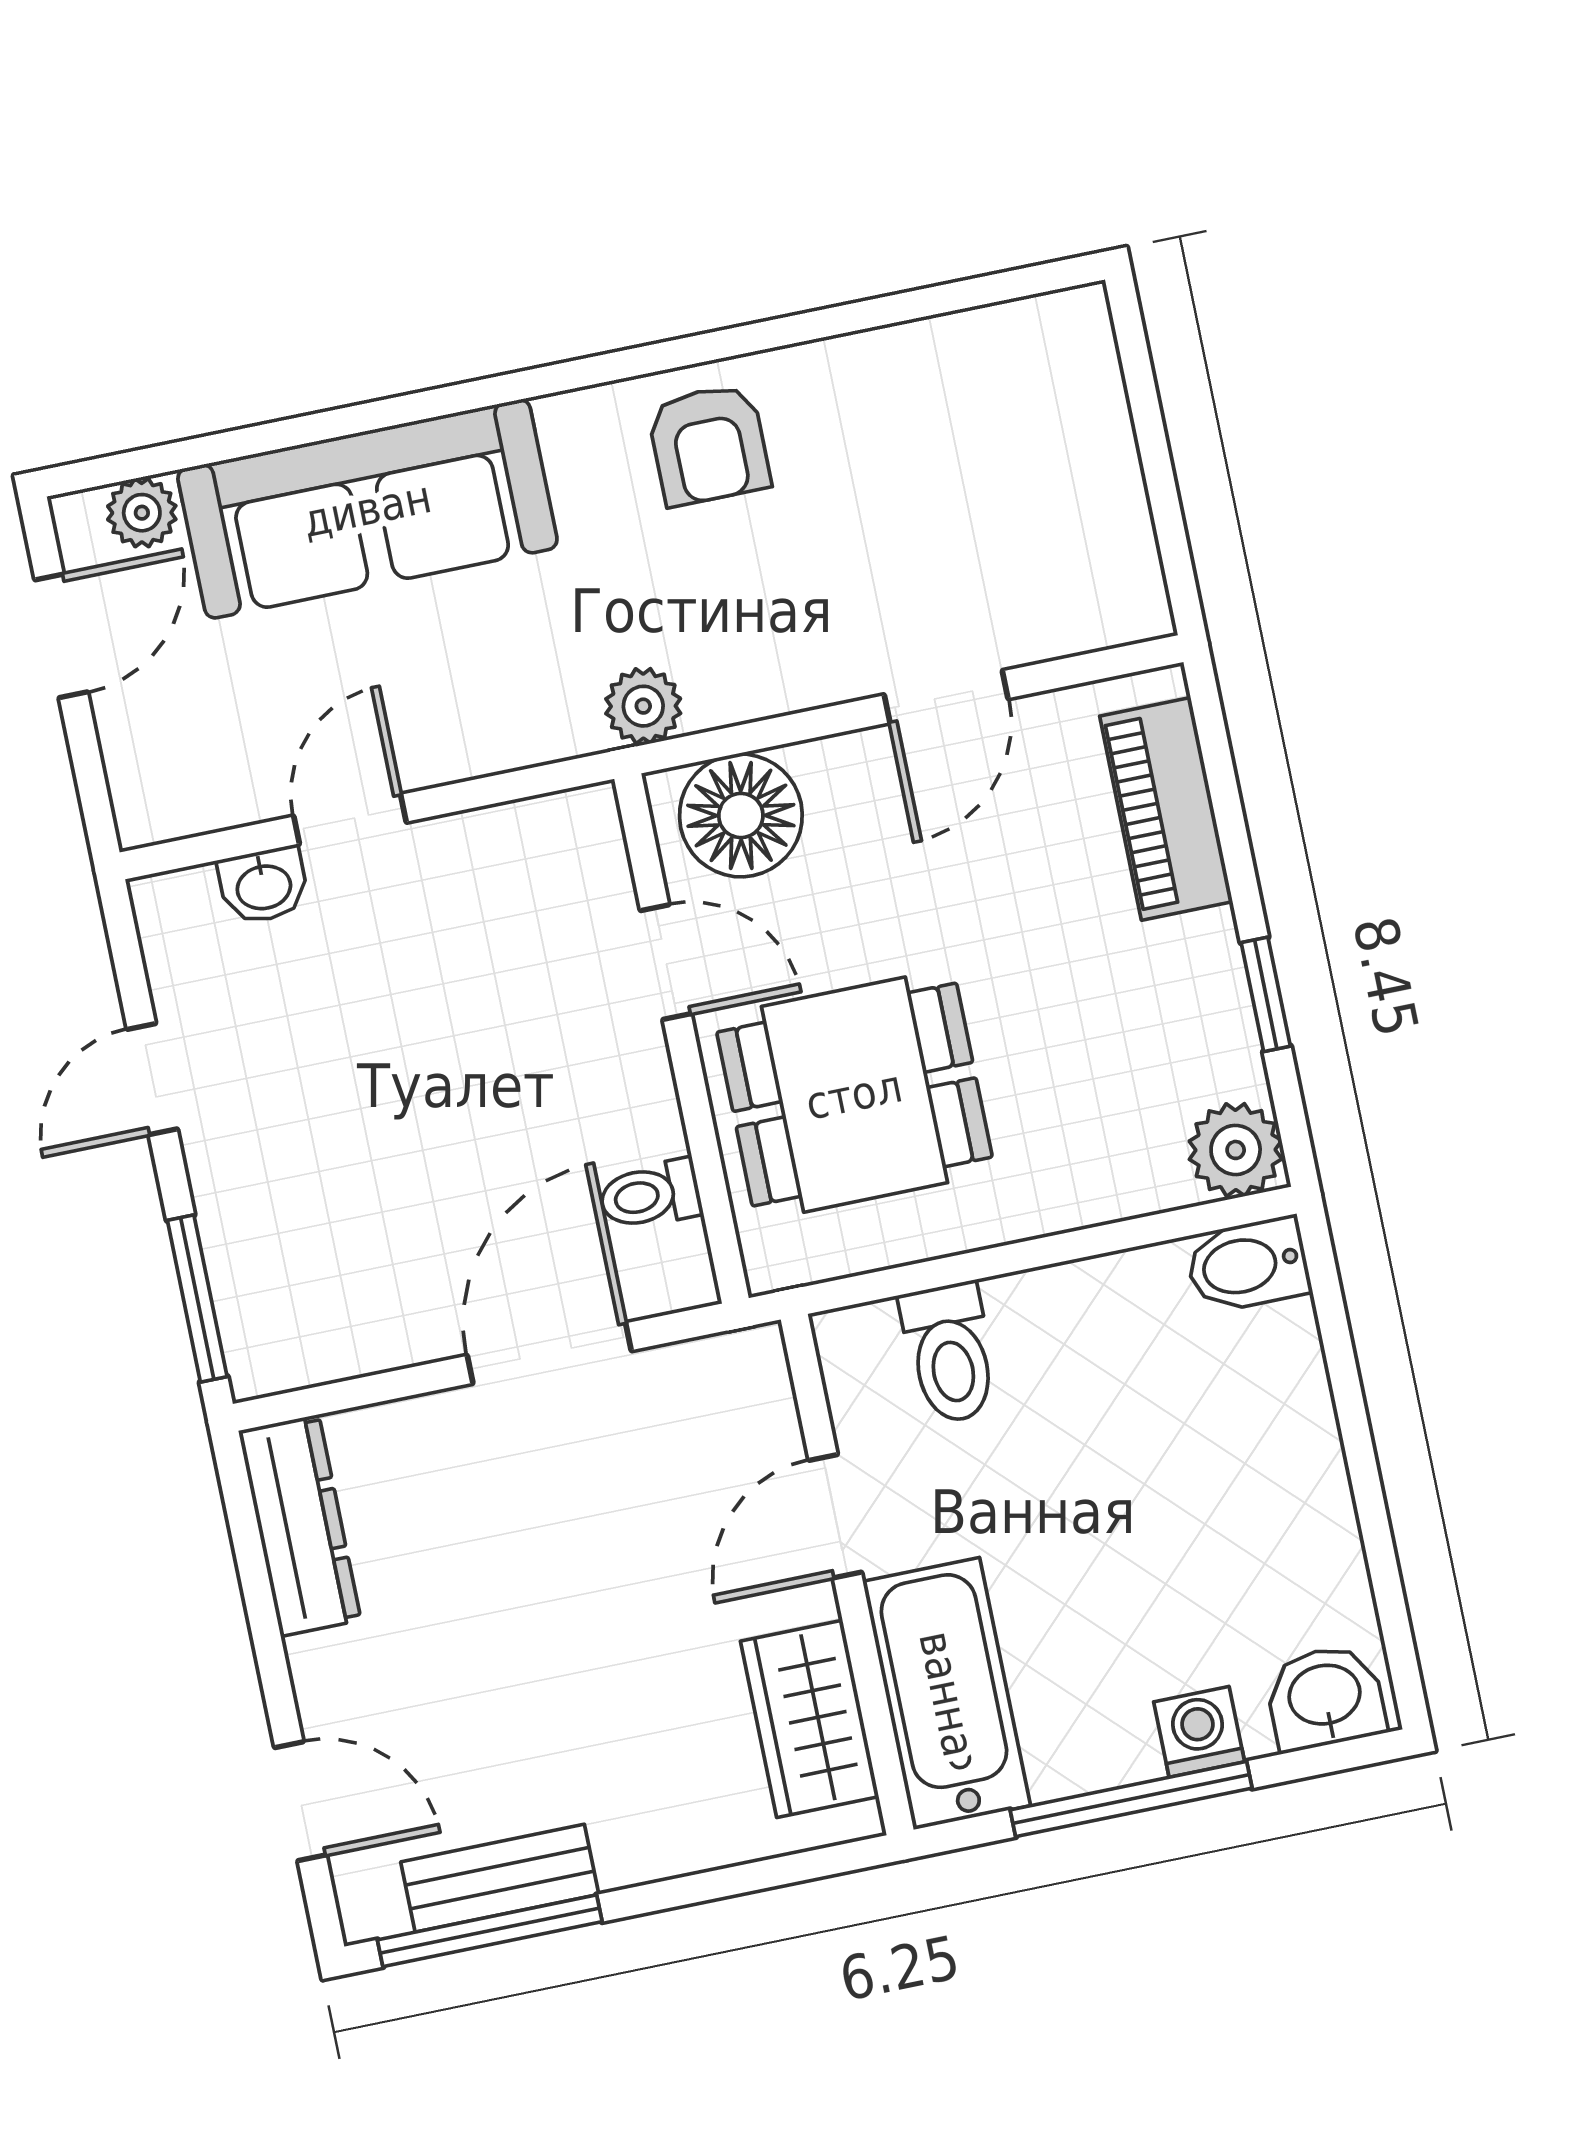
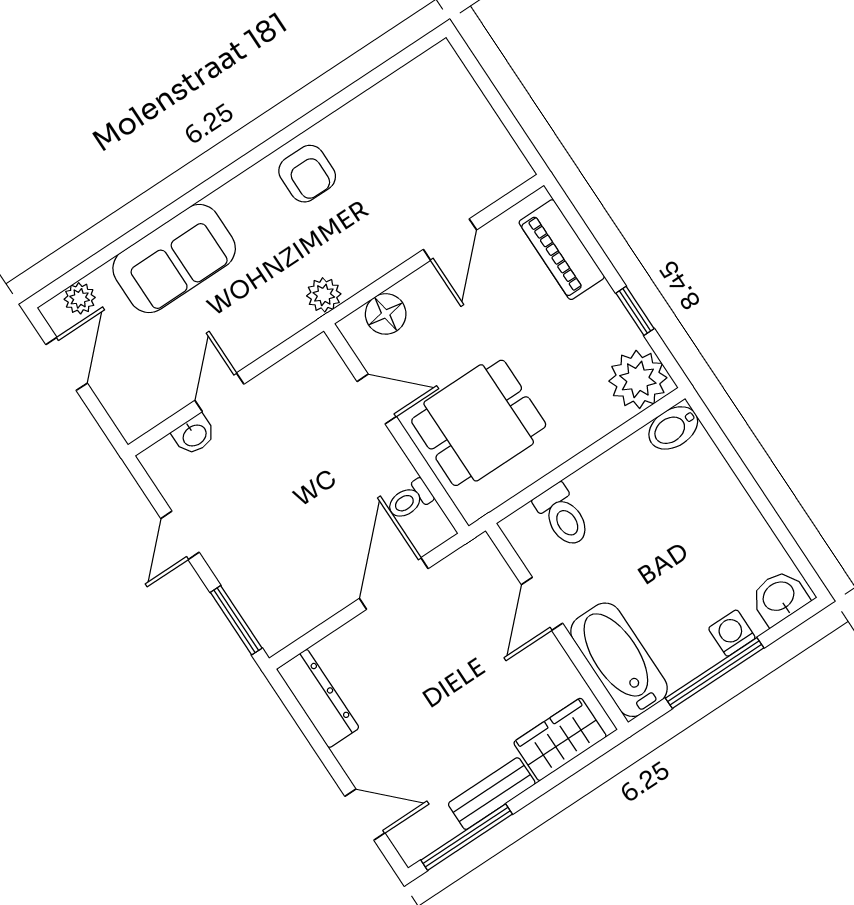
sofa: (367, 509) -> (174, 258), width x0.73
floor lamp: (741, 815) -> (386, 314), width x0.73, depth x0.73
plant: (1236, 1150) -> (638, 379), width x1.36, depth x1.36
wardrobe: (810, 1719) -> (560, 739), moved, turned 90
bench: (500, 1878) -> (492, 794), moved

